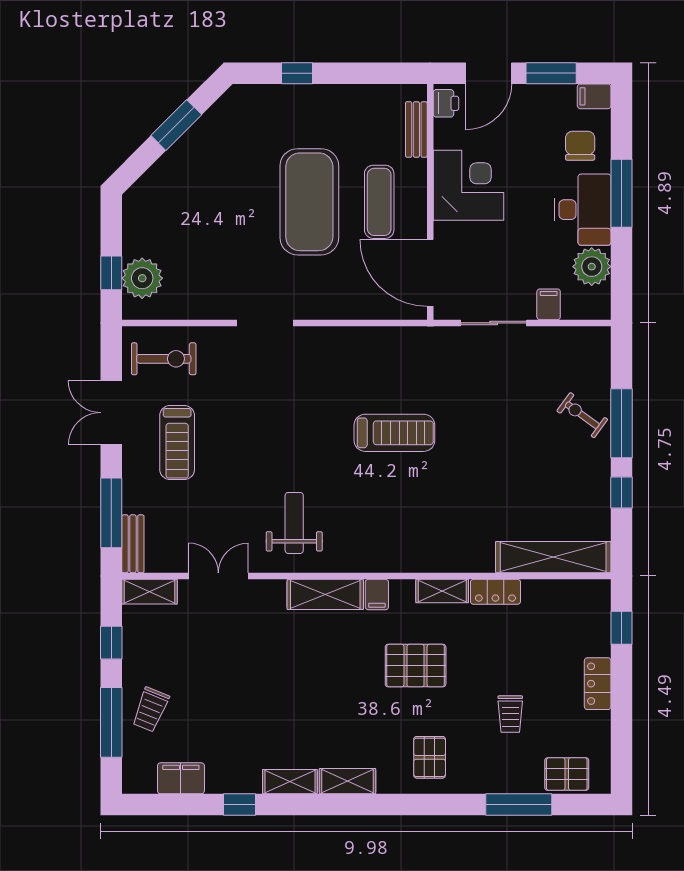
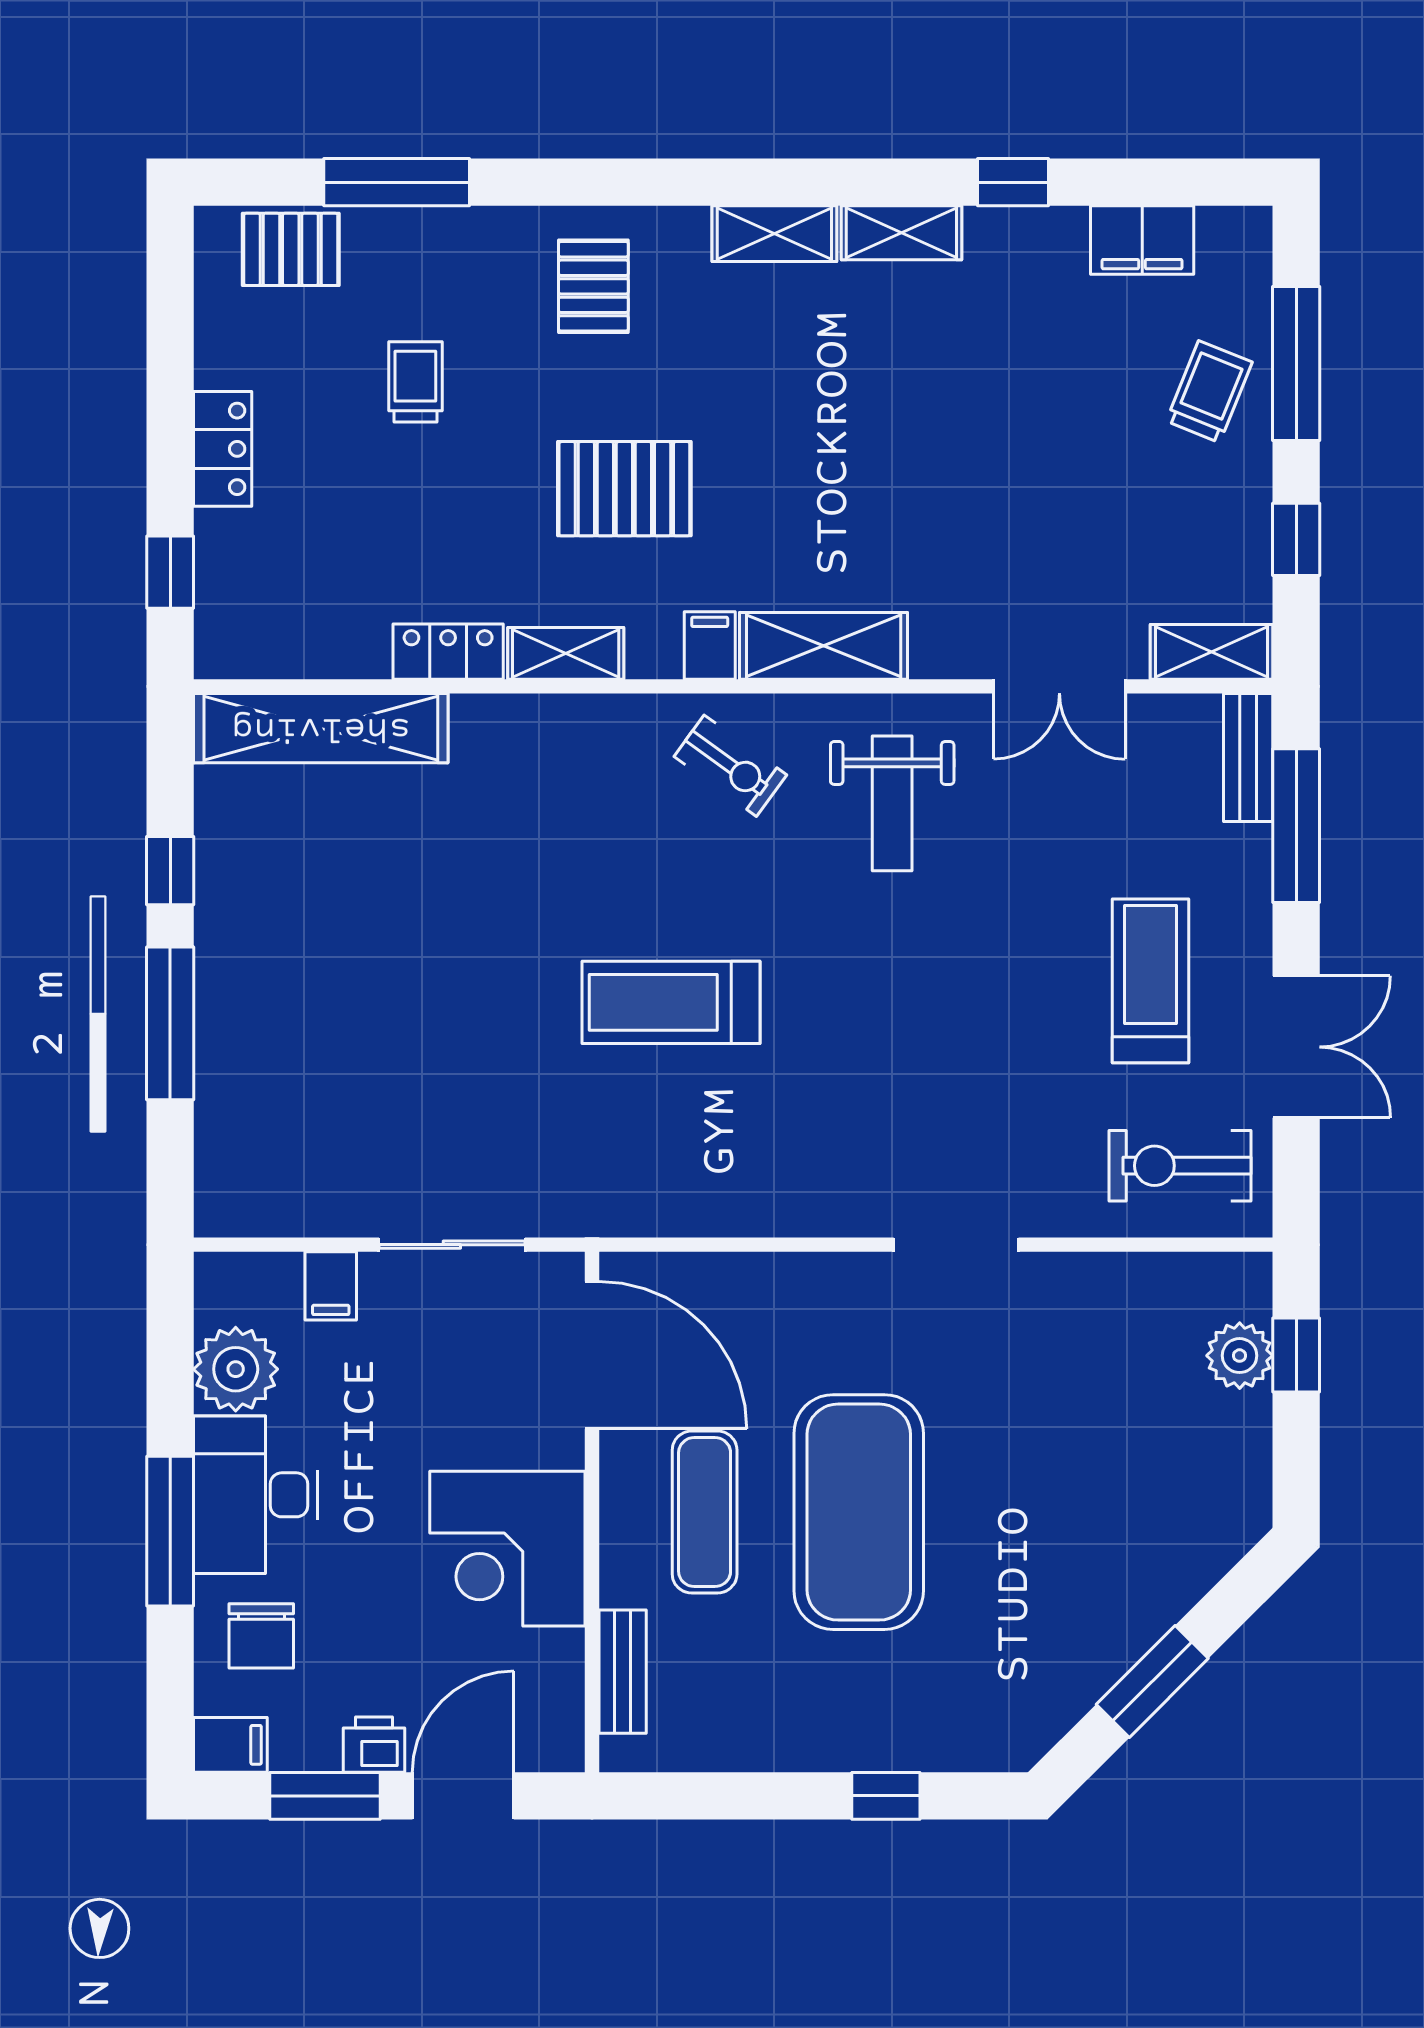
printer: (446, 103) -> (374, 1745), moved, turned 90
plant: (142, 278) -> (1240, 1356), width x0.73, depth x0.73
exercise bike: (582, 415) -> (730, 766), moved

